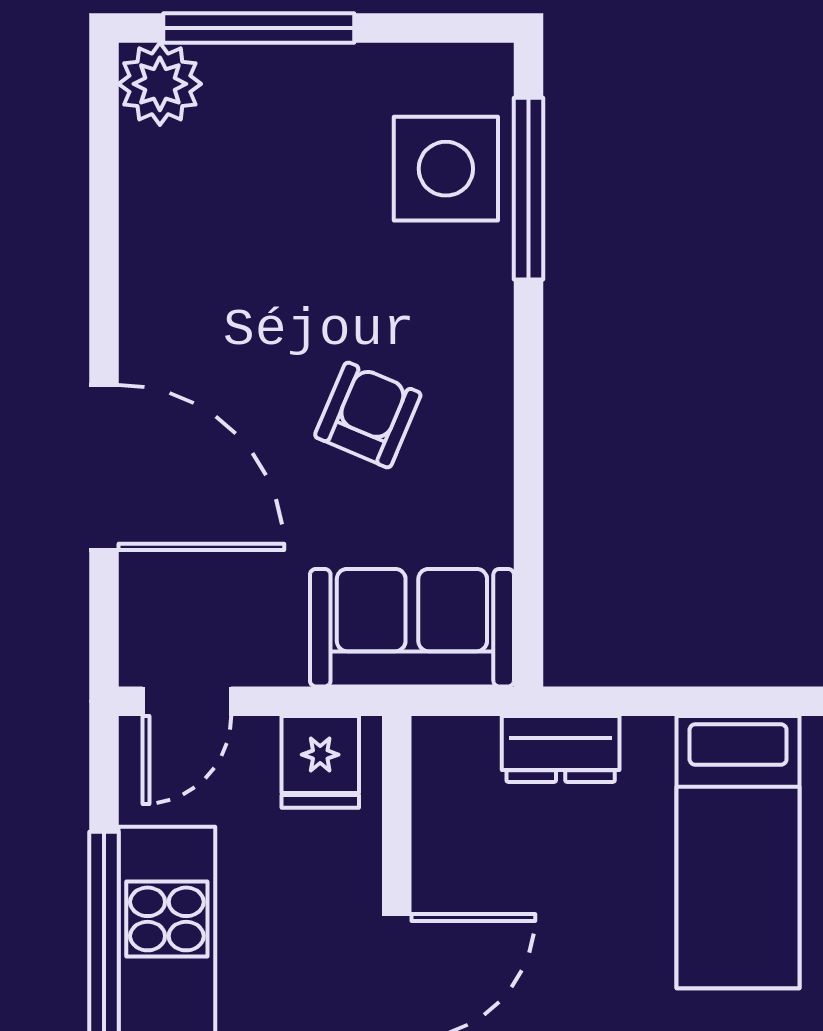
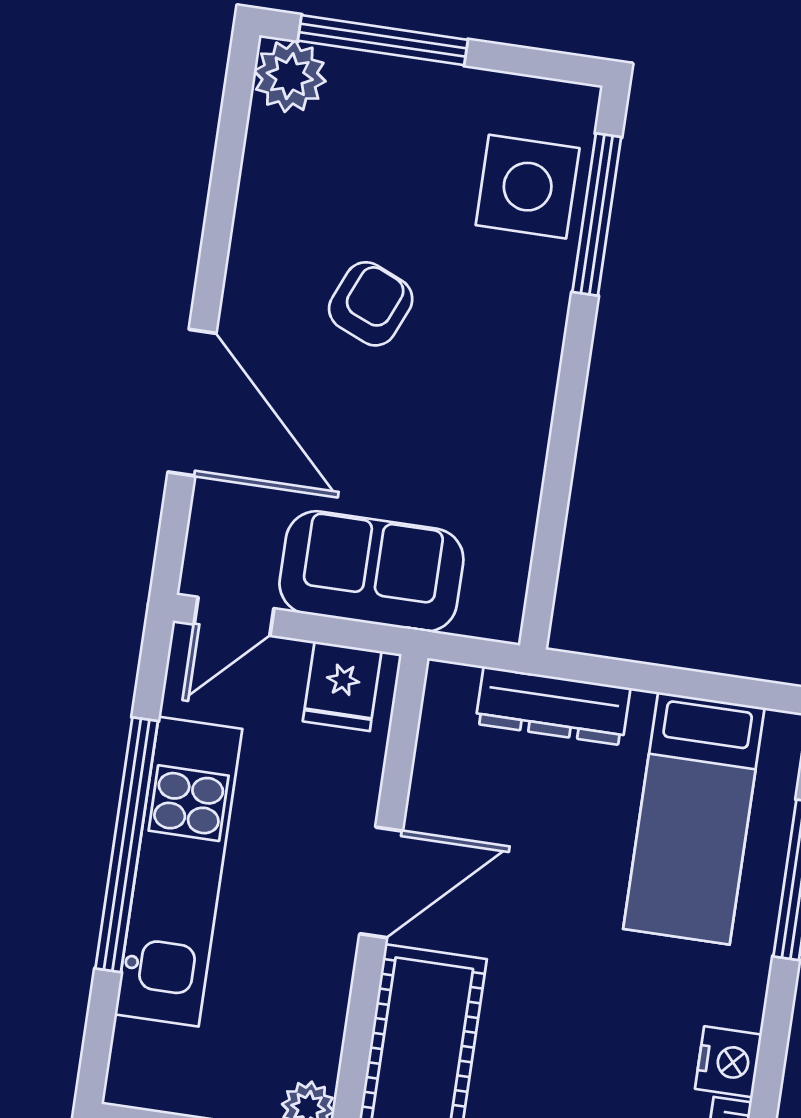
armchair: (368, 415) -> (371, 304), moved
sofa: (412, 628) -> (371, 571), moved
dresser: (561, 749) -> (553, 706), width x1.44

